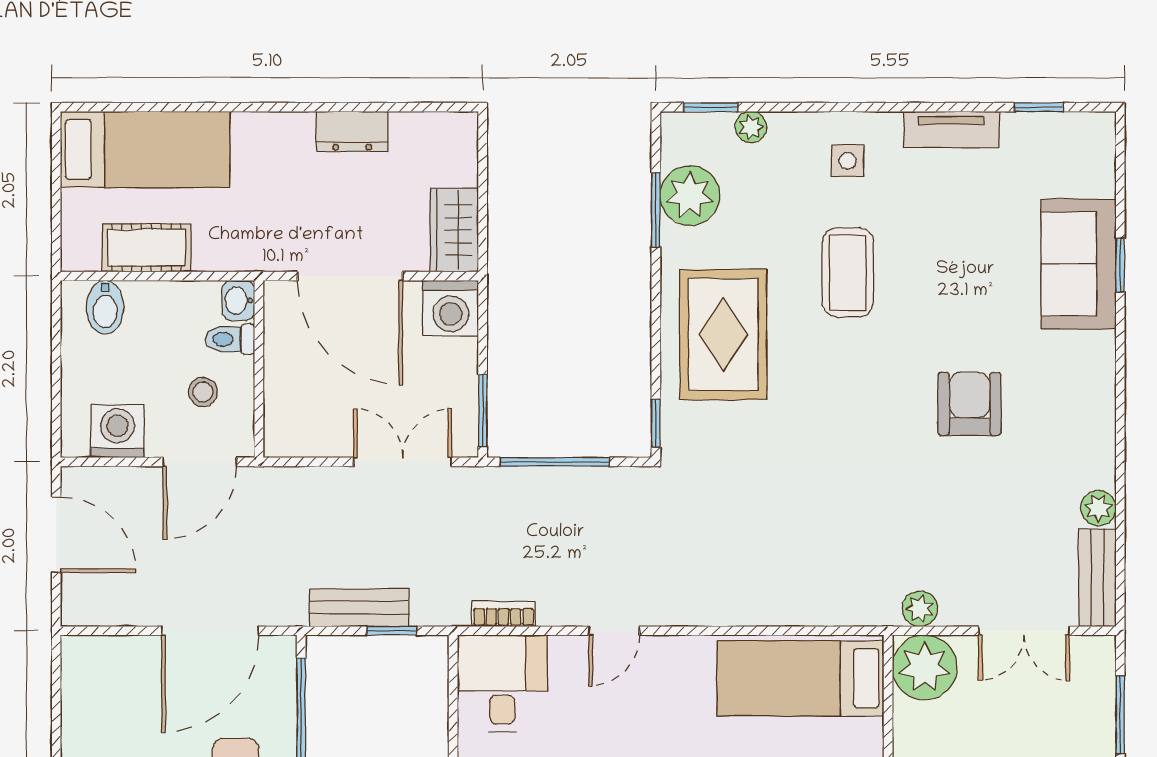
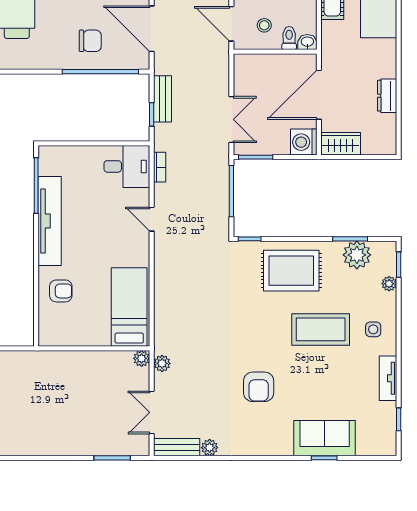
coffee table: (848, 272) -> (321, 329), width x1.36, depth x1.32
armchair: (970, 404) -> (259, 387), turned 90
plant: (925, 667) -> (142, 358), width x0.53, depth x0.53

